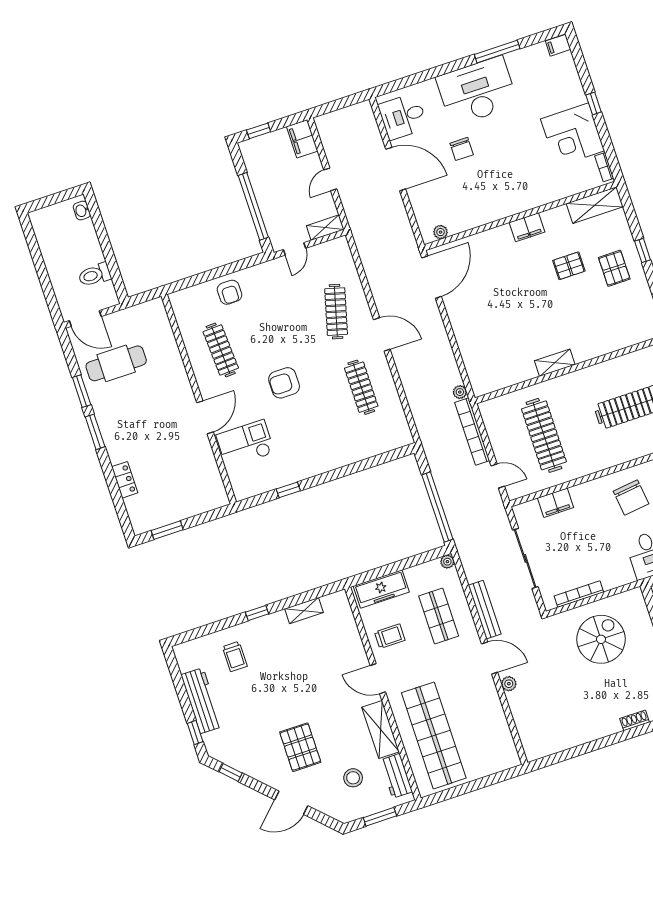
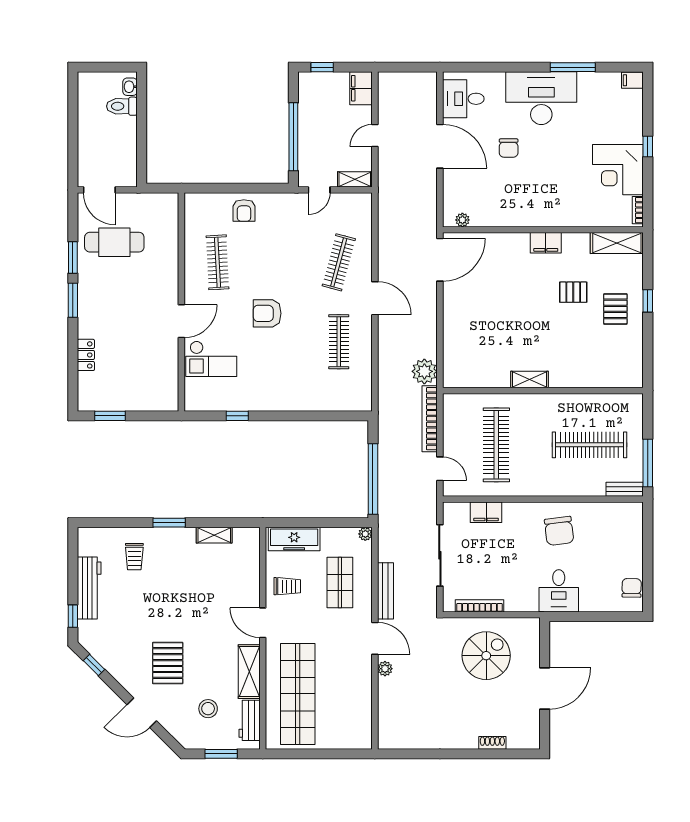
toilet: (95, 275) -> (122, 106), moved
plant: (460, 392) -> (424, 371), width x1.88, depth x1.88
checkout: (245, 444) -> (211, 359), turned 180
window: (257, 613) -> (169, 523), width x1.50

